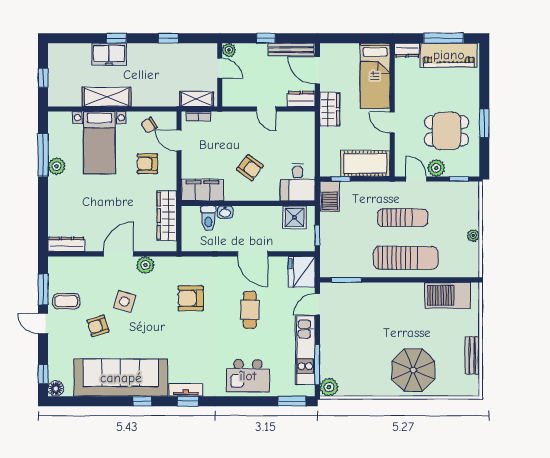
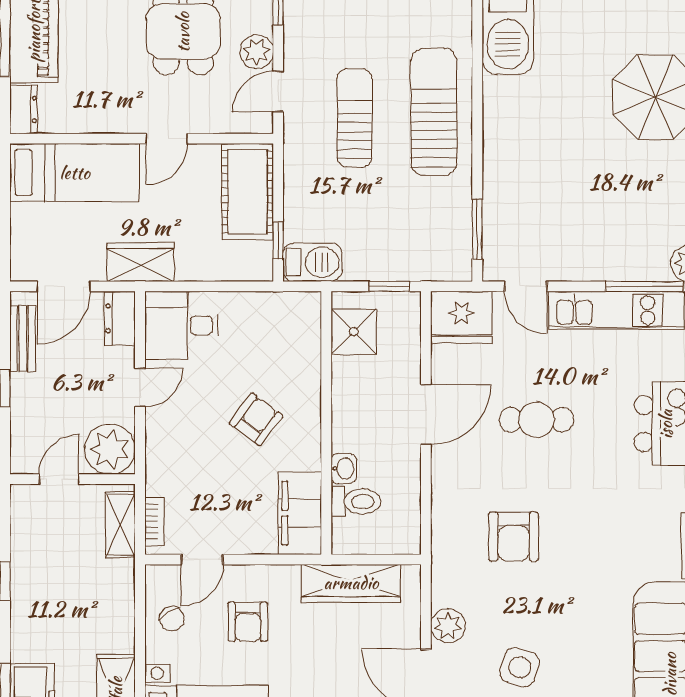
bench: (291, 49) -> (23, 339), width x0.73
plant: (229, 50) -> (110, 449), moved, width x1.87, depth x1.87
desk: (298, 182) -> (182, 325), moved, turned 180

